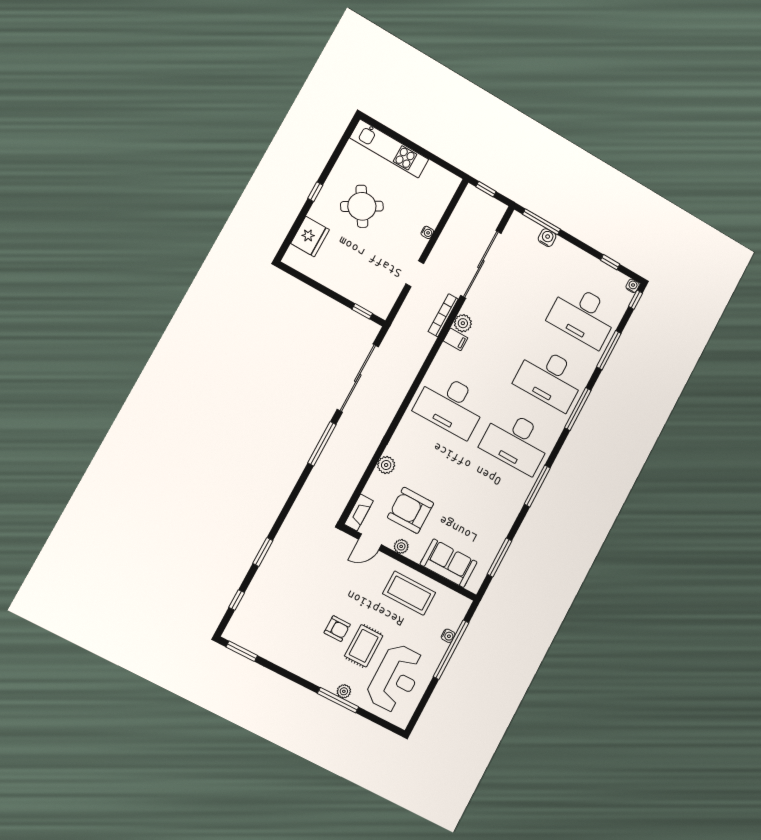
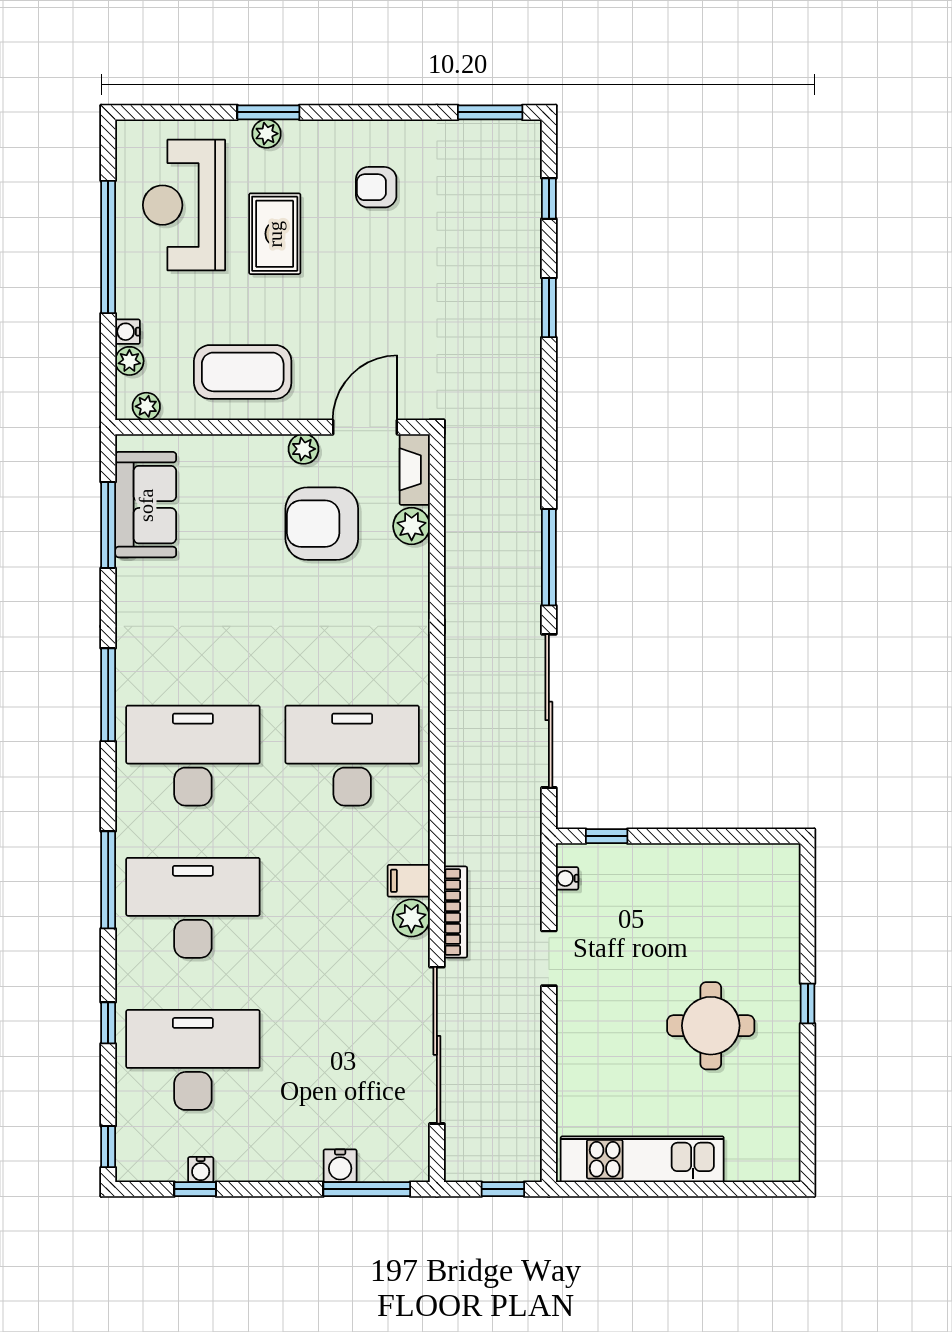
kitchen unit: (389, 149) -> (642, 1159), moved
round table: (362, 206) -> (711, 1026), turned 31
water cooler: (427, 232) -> (567, 878), moved
fridge: (310, 237) -> (773, 918), removed
water cooler: (633, 286) -> (201, 1170), moved
window: (609, 350) -> (108, 1023), width x0.46
plant: (386, 465) -> (412, 526), moved
armchair: (411, 510) -> (322, 524), turned 180
door: (370, 542) -> (365, 427), width x1.38
sofa: (449, 563) -> (146, 505), moved, turned -90
plant: (457, 600) -> (146, 406), added
plant: (454, 623) -> (129, 361), added
armchair: (337, 629) -> (376, 187), moved
window: (451, 650) -> (108, 247), moved
window: (338, 700) -> (268, 112), width x0.69

